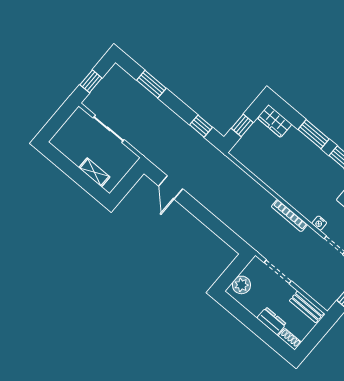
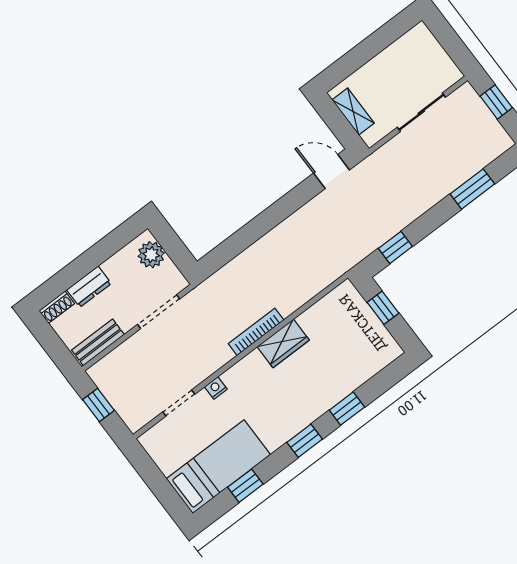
wardrobe: (274, 121) -> (283, 343), moved, turned 180
window: (314, 134) -> (347, 409), width x0.67
shelving: (94, 172) -> (353, 111), moved, turned 90
door: (171, 187) -> (332, 172), moved
bookcase: (289, 216) -> (256, 332), moved

